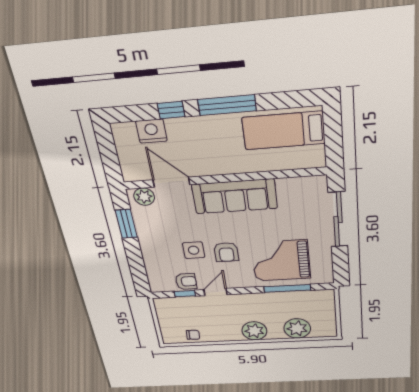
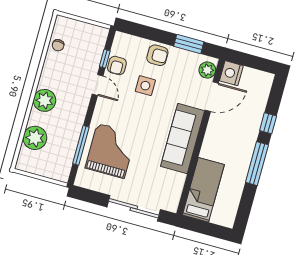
nightstand: (151, 131) -> (231, 73), moved, turned 180
bed: (284, 131) -> (203, 190), moved
armchair: (226, 252) -> (157, 55), moved, turned 180

